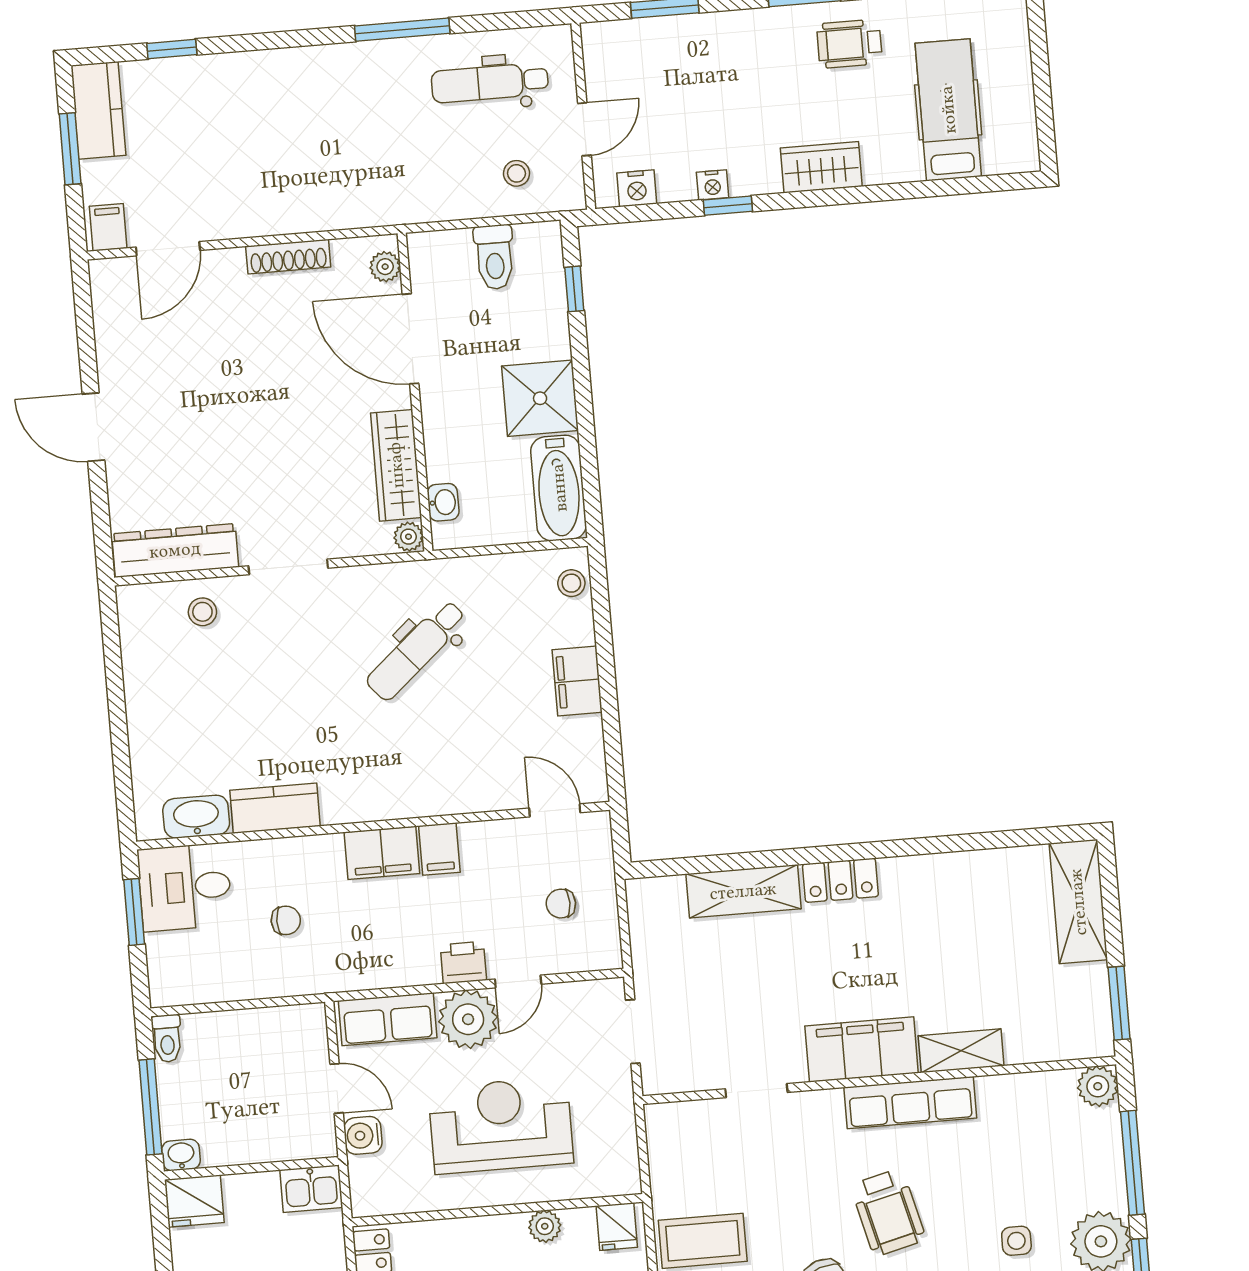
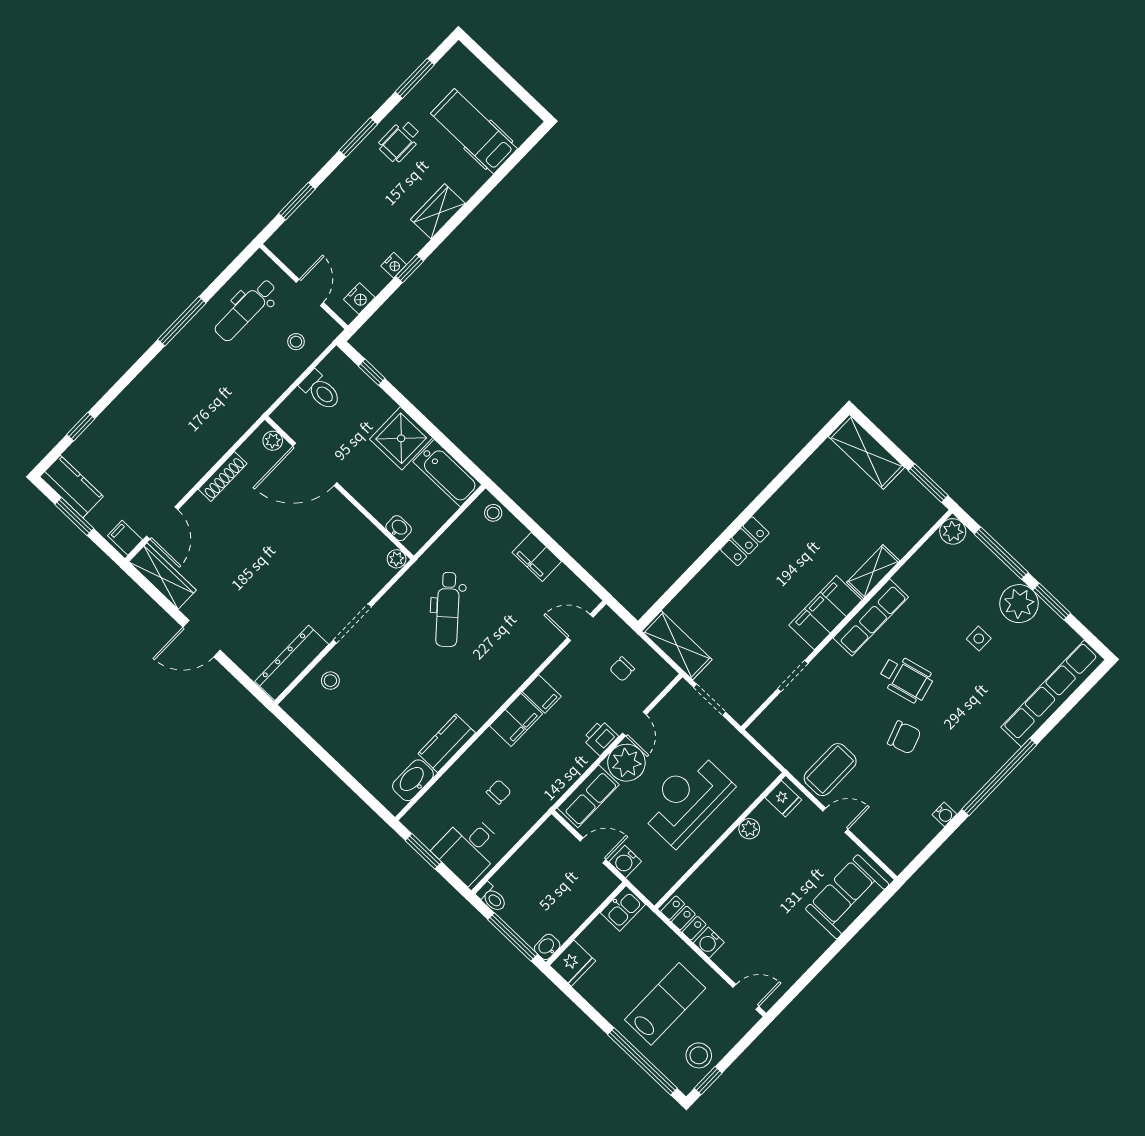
wardrobe: (396, 465) -> (162, 576), moved, turned 180
desk: (185, 887) -> (469, 849), moved
shelving: (743, 891) -> (677, 645), moved, turned 90

